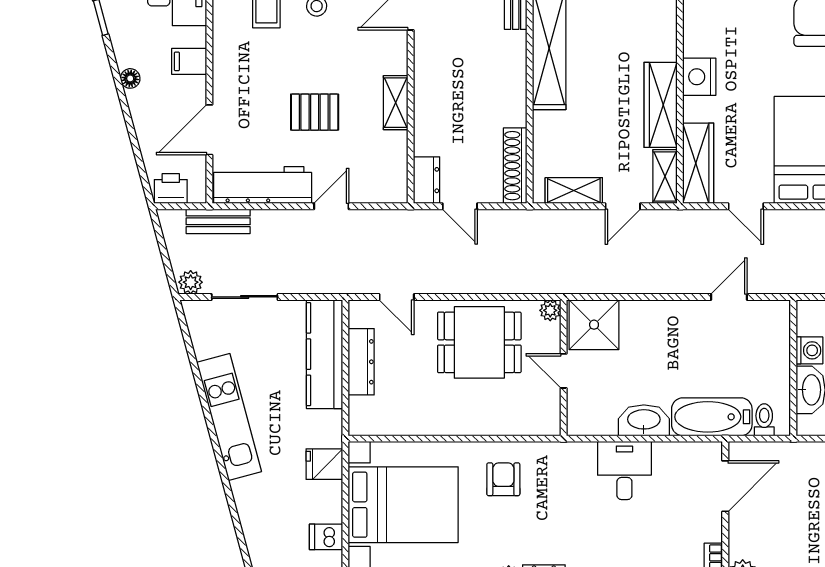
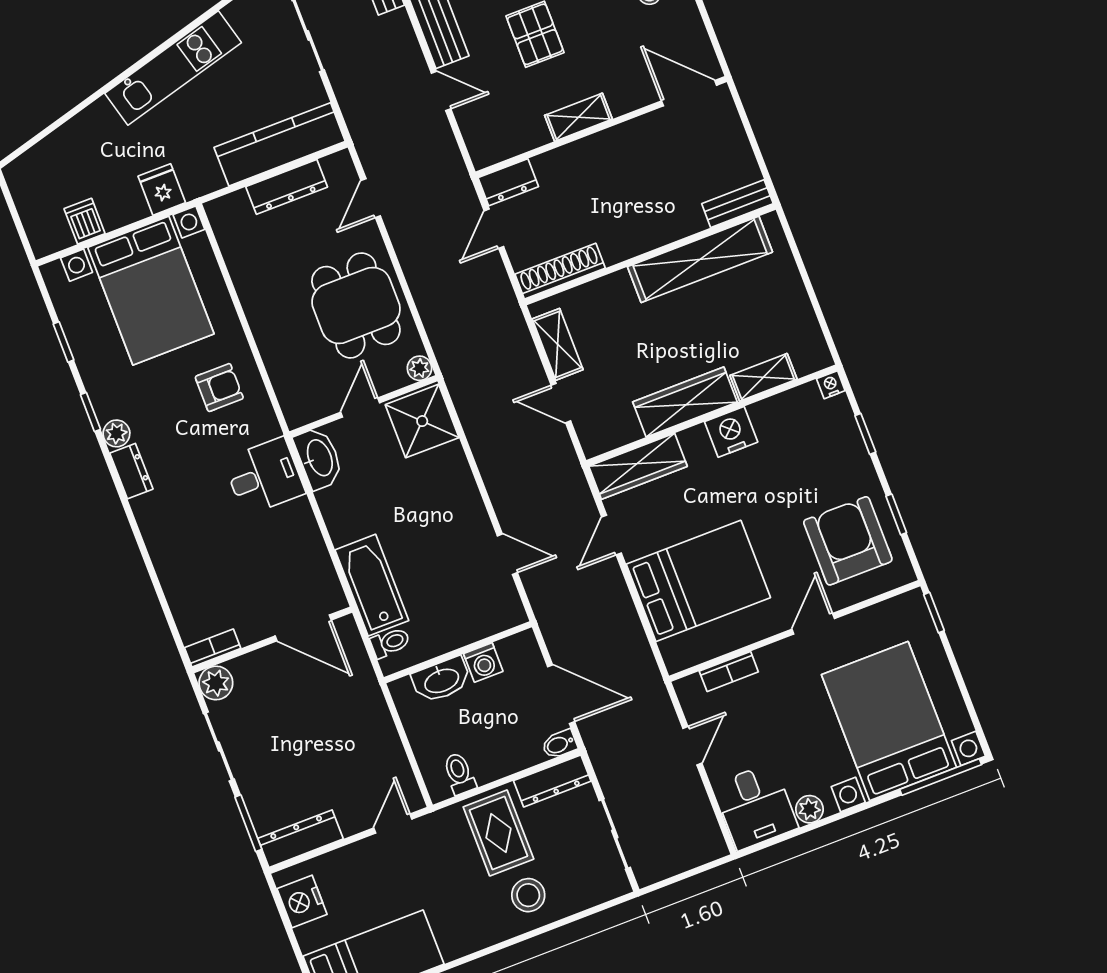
shelving: (665, 176) -> (763, 377), moved
washbasin: (644, 420) -> (319, 458), moved
desk: (624, 471) -> (264, 476), moved

